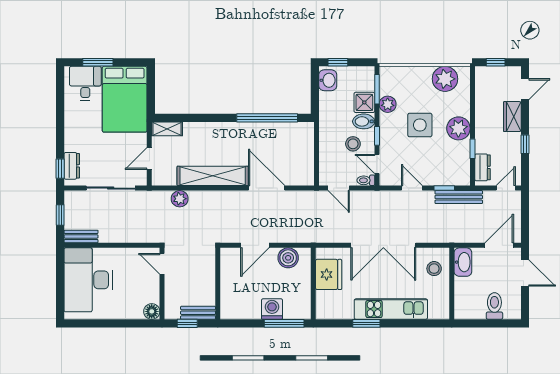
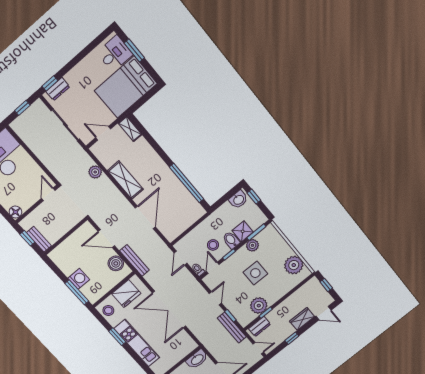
plant: (458, 128) -> (259, 306), moved
shelving: (213, 176) -> (125, 180), width x0.68
bench: (81, 236) -> (134, 260), moved, width x1.36
stool: (434, 269) -> (108, 311), moved

